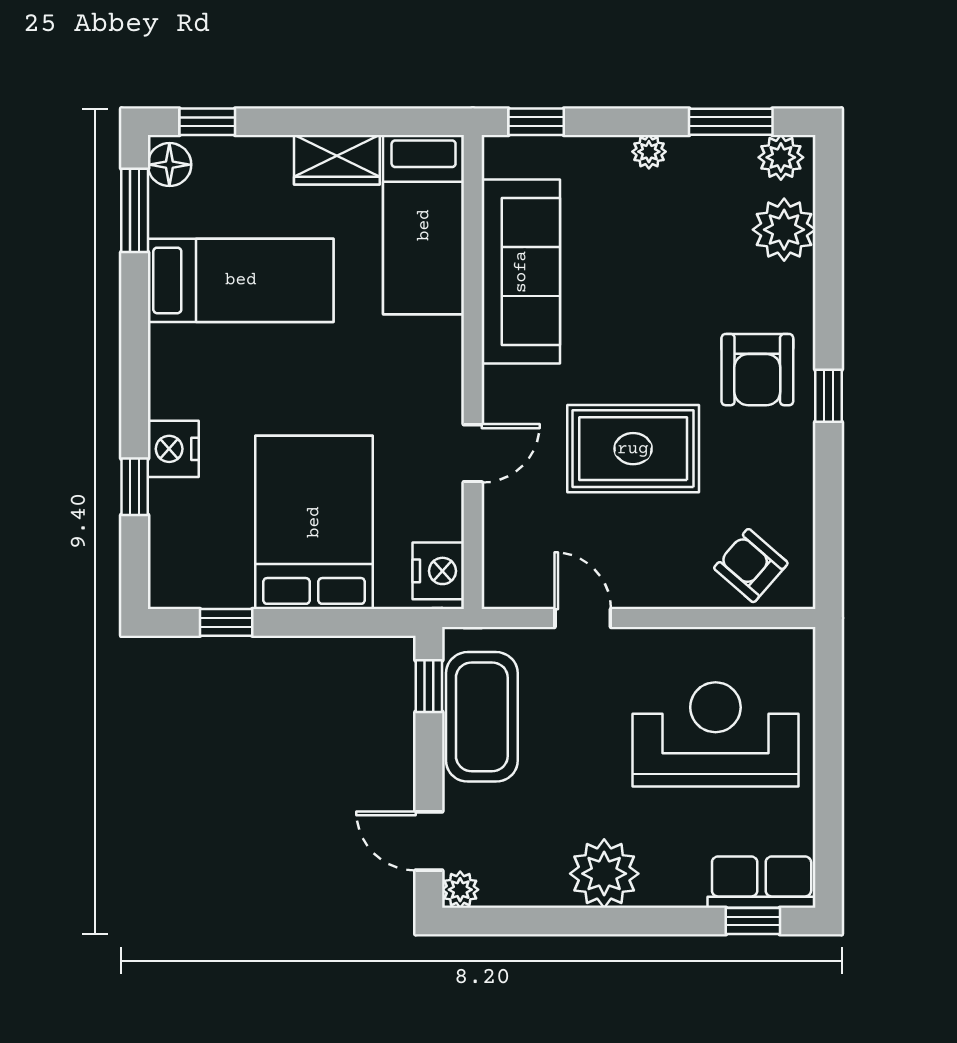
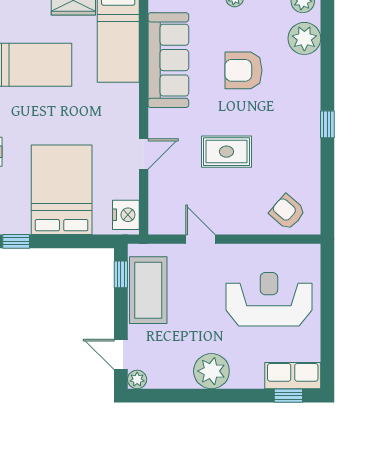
armchair: (757, 370) -> (243, 70), moved, turned 90
rug: (633, 449) -> (226, 152), width x0.73, depth x0.70

